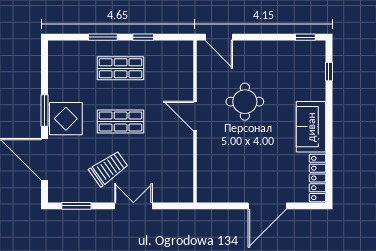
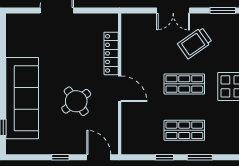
window: (305, 37) -> (60, 157), moved
round table: (245, 102) -> (76, 101), turned -37
sofa: (311, 127) -> (22, 98), width x1.85, depth x1.27
locker: (318, 178) -> (111, 53), moved, turned 180

